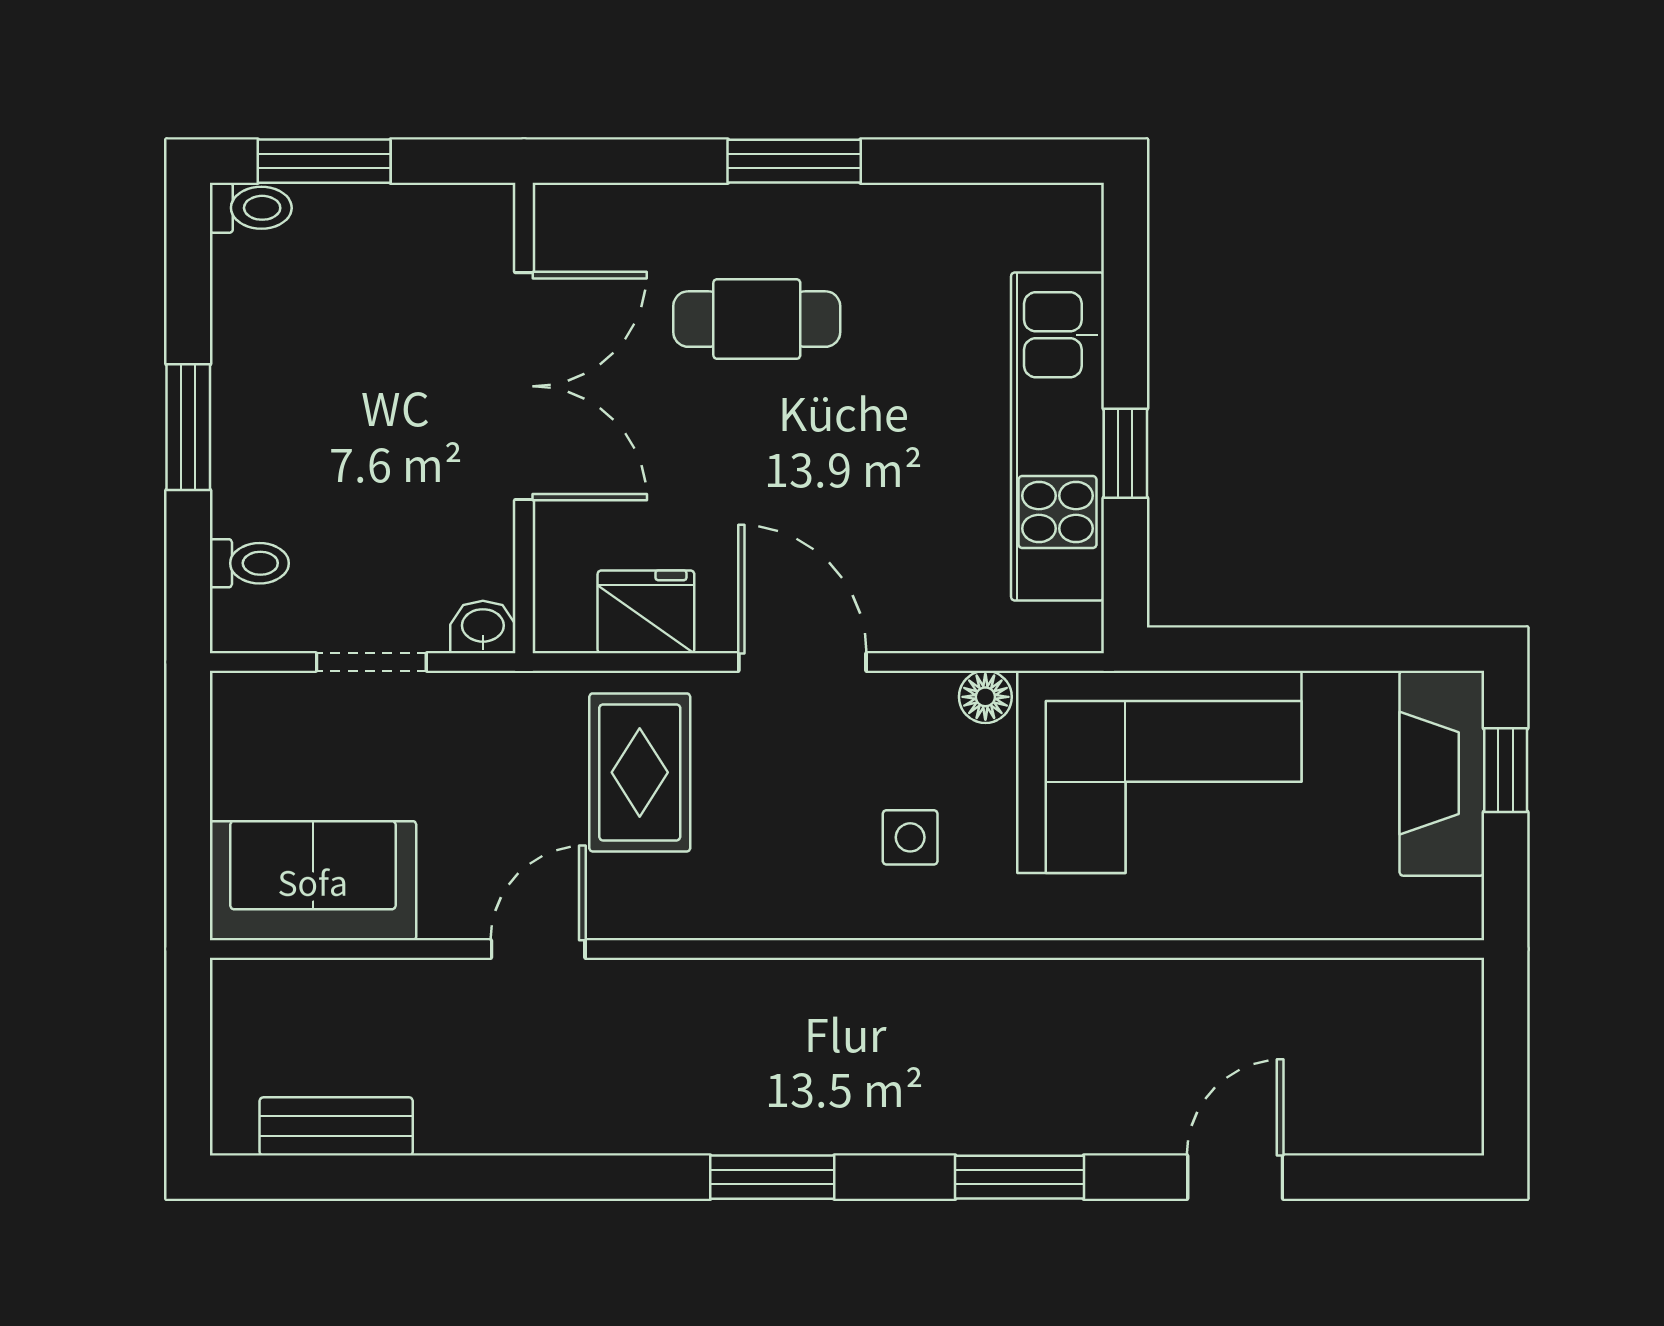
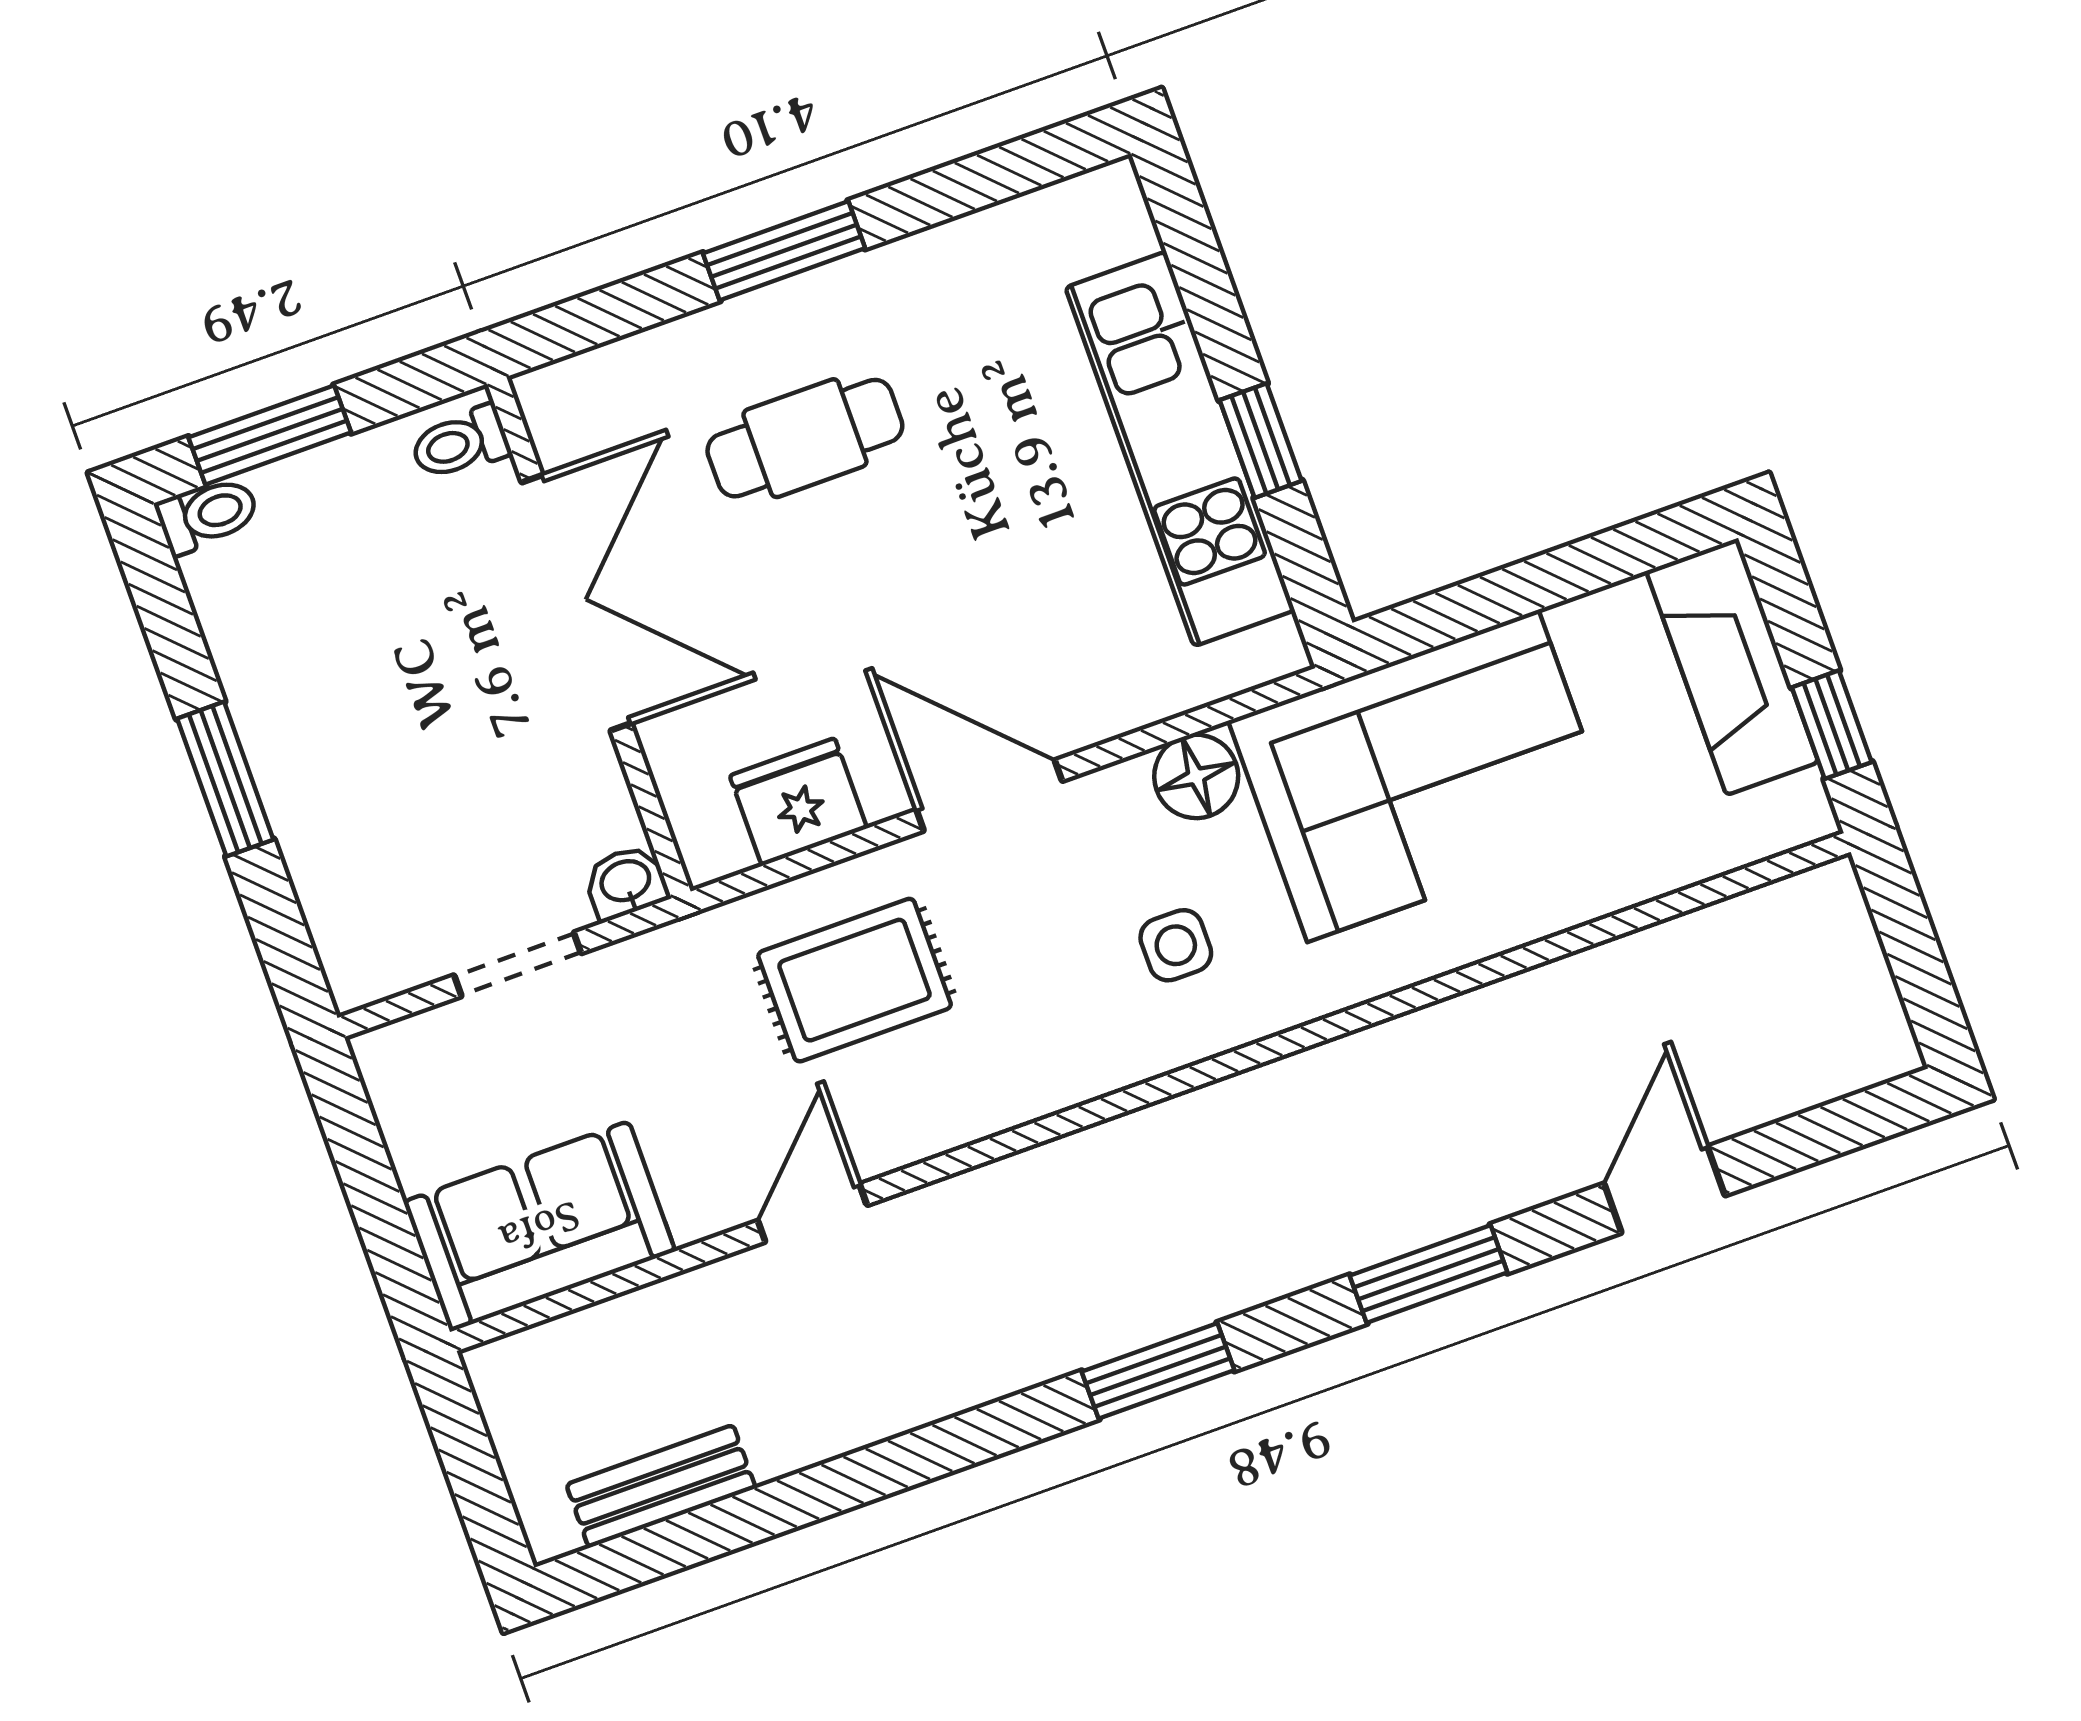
toilet: (249, 563) -> (460, 443), moved, turned 180
floor lamp: (985, 697) -> (1196, 776), width x1.37, depth x1.37
window: (1506, 770) -> (1832, 725), moved
rug: (640, 772) -> (855, 980), turned 90

